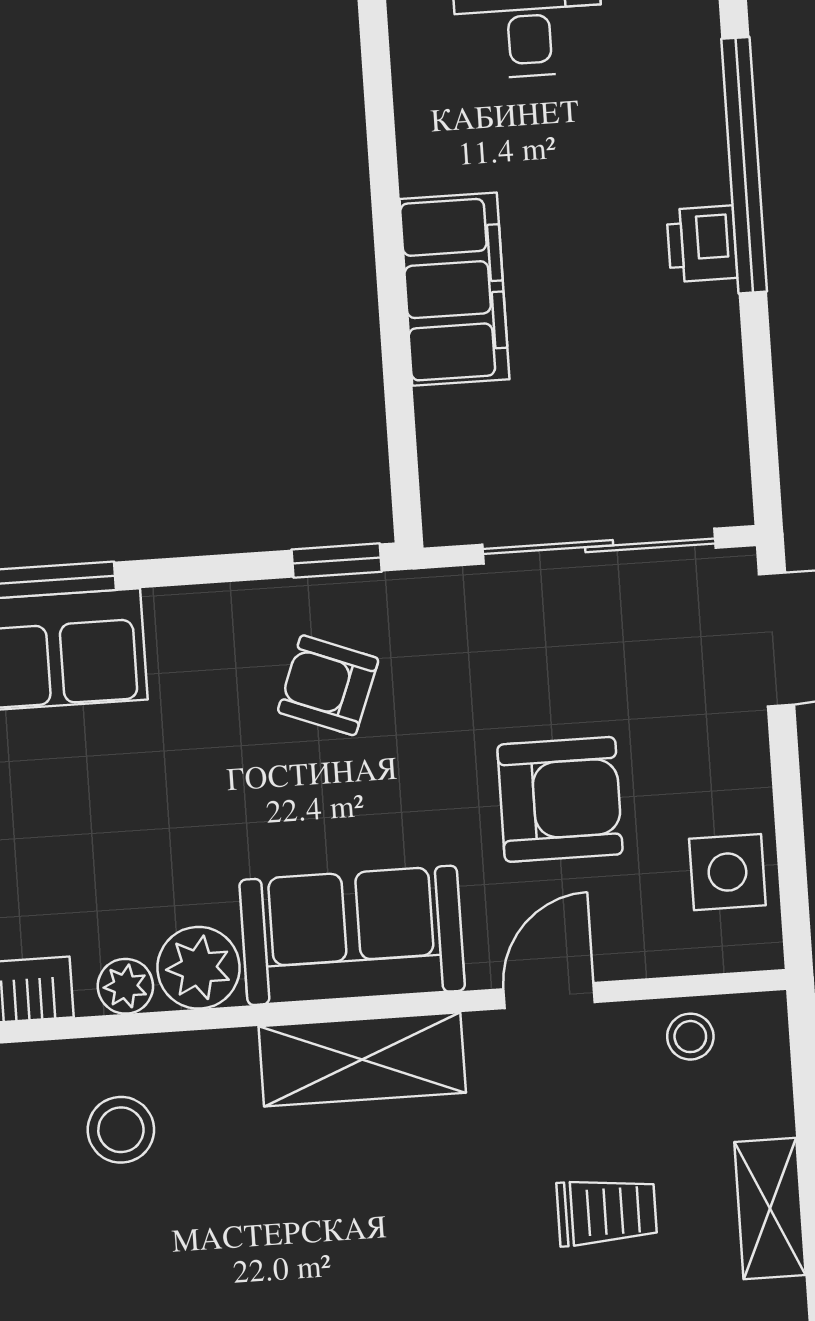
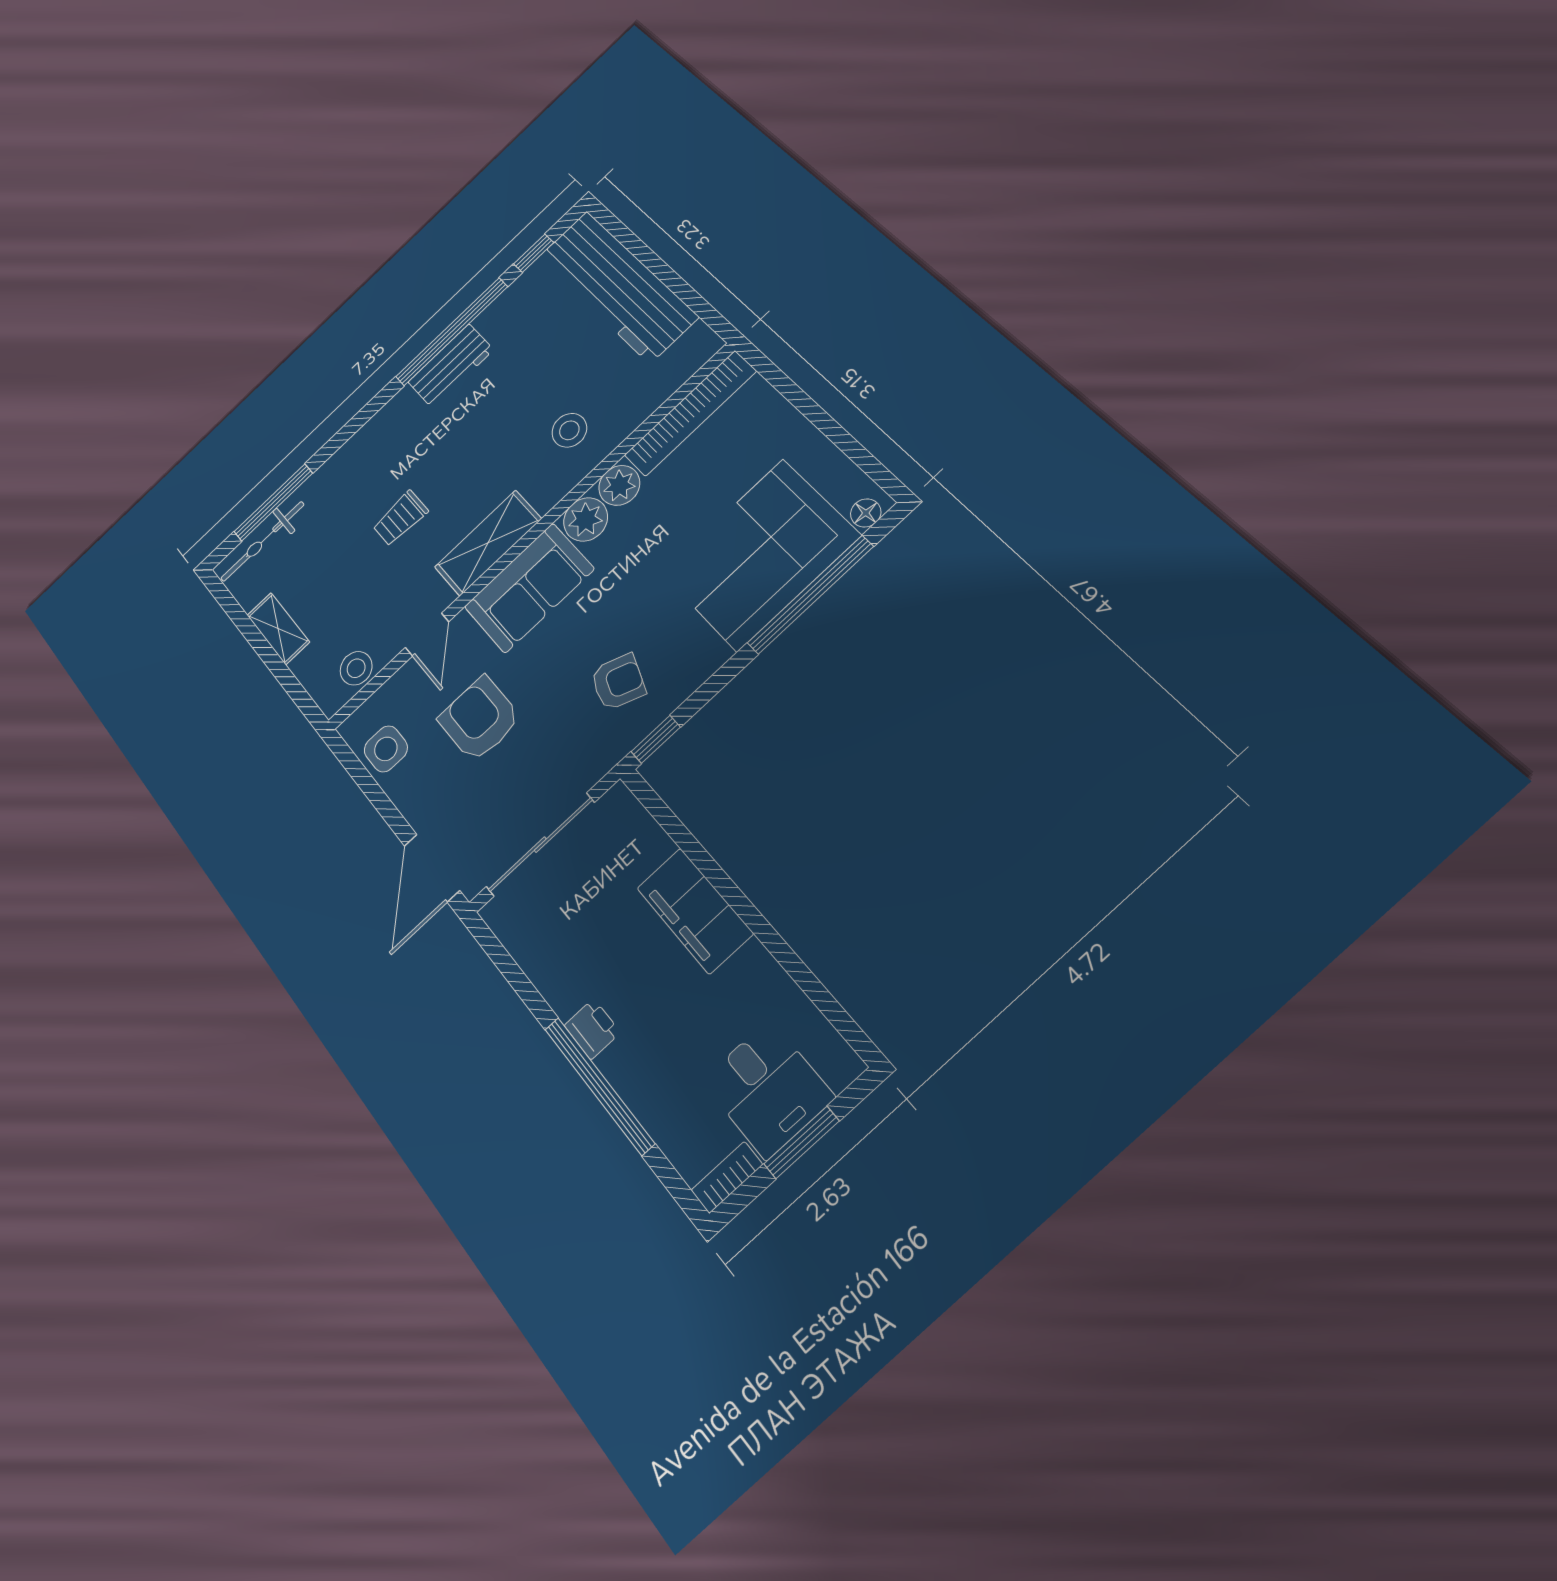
armchair: (560, 799) -> (479, 719), turned 90
plant: (125, 986) -> (619, 485), width x1.38, depth x1.38
stool: (690, 1037) -> (356, 668), width x1.37, depth x1.37
trolley: (607, 1212) -> (400, 518), moved

